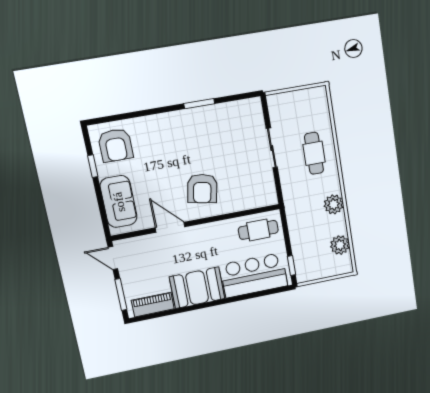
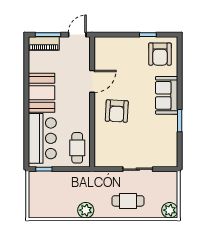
armchair: (116, 145) -> (160, 54), turned -90
armchair: (202, 189) -> (117, 111), turned -98
sofa: (119, 202) -> (167, 95), moved, turned 90
plant: (340, 245) -> (170, 210), moved
piano: (153, 305) -> (44, 44), moved, turned 90

